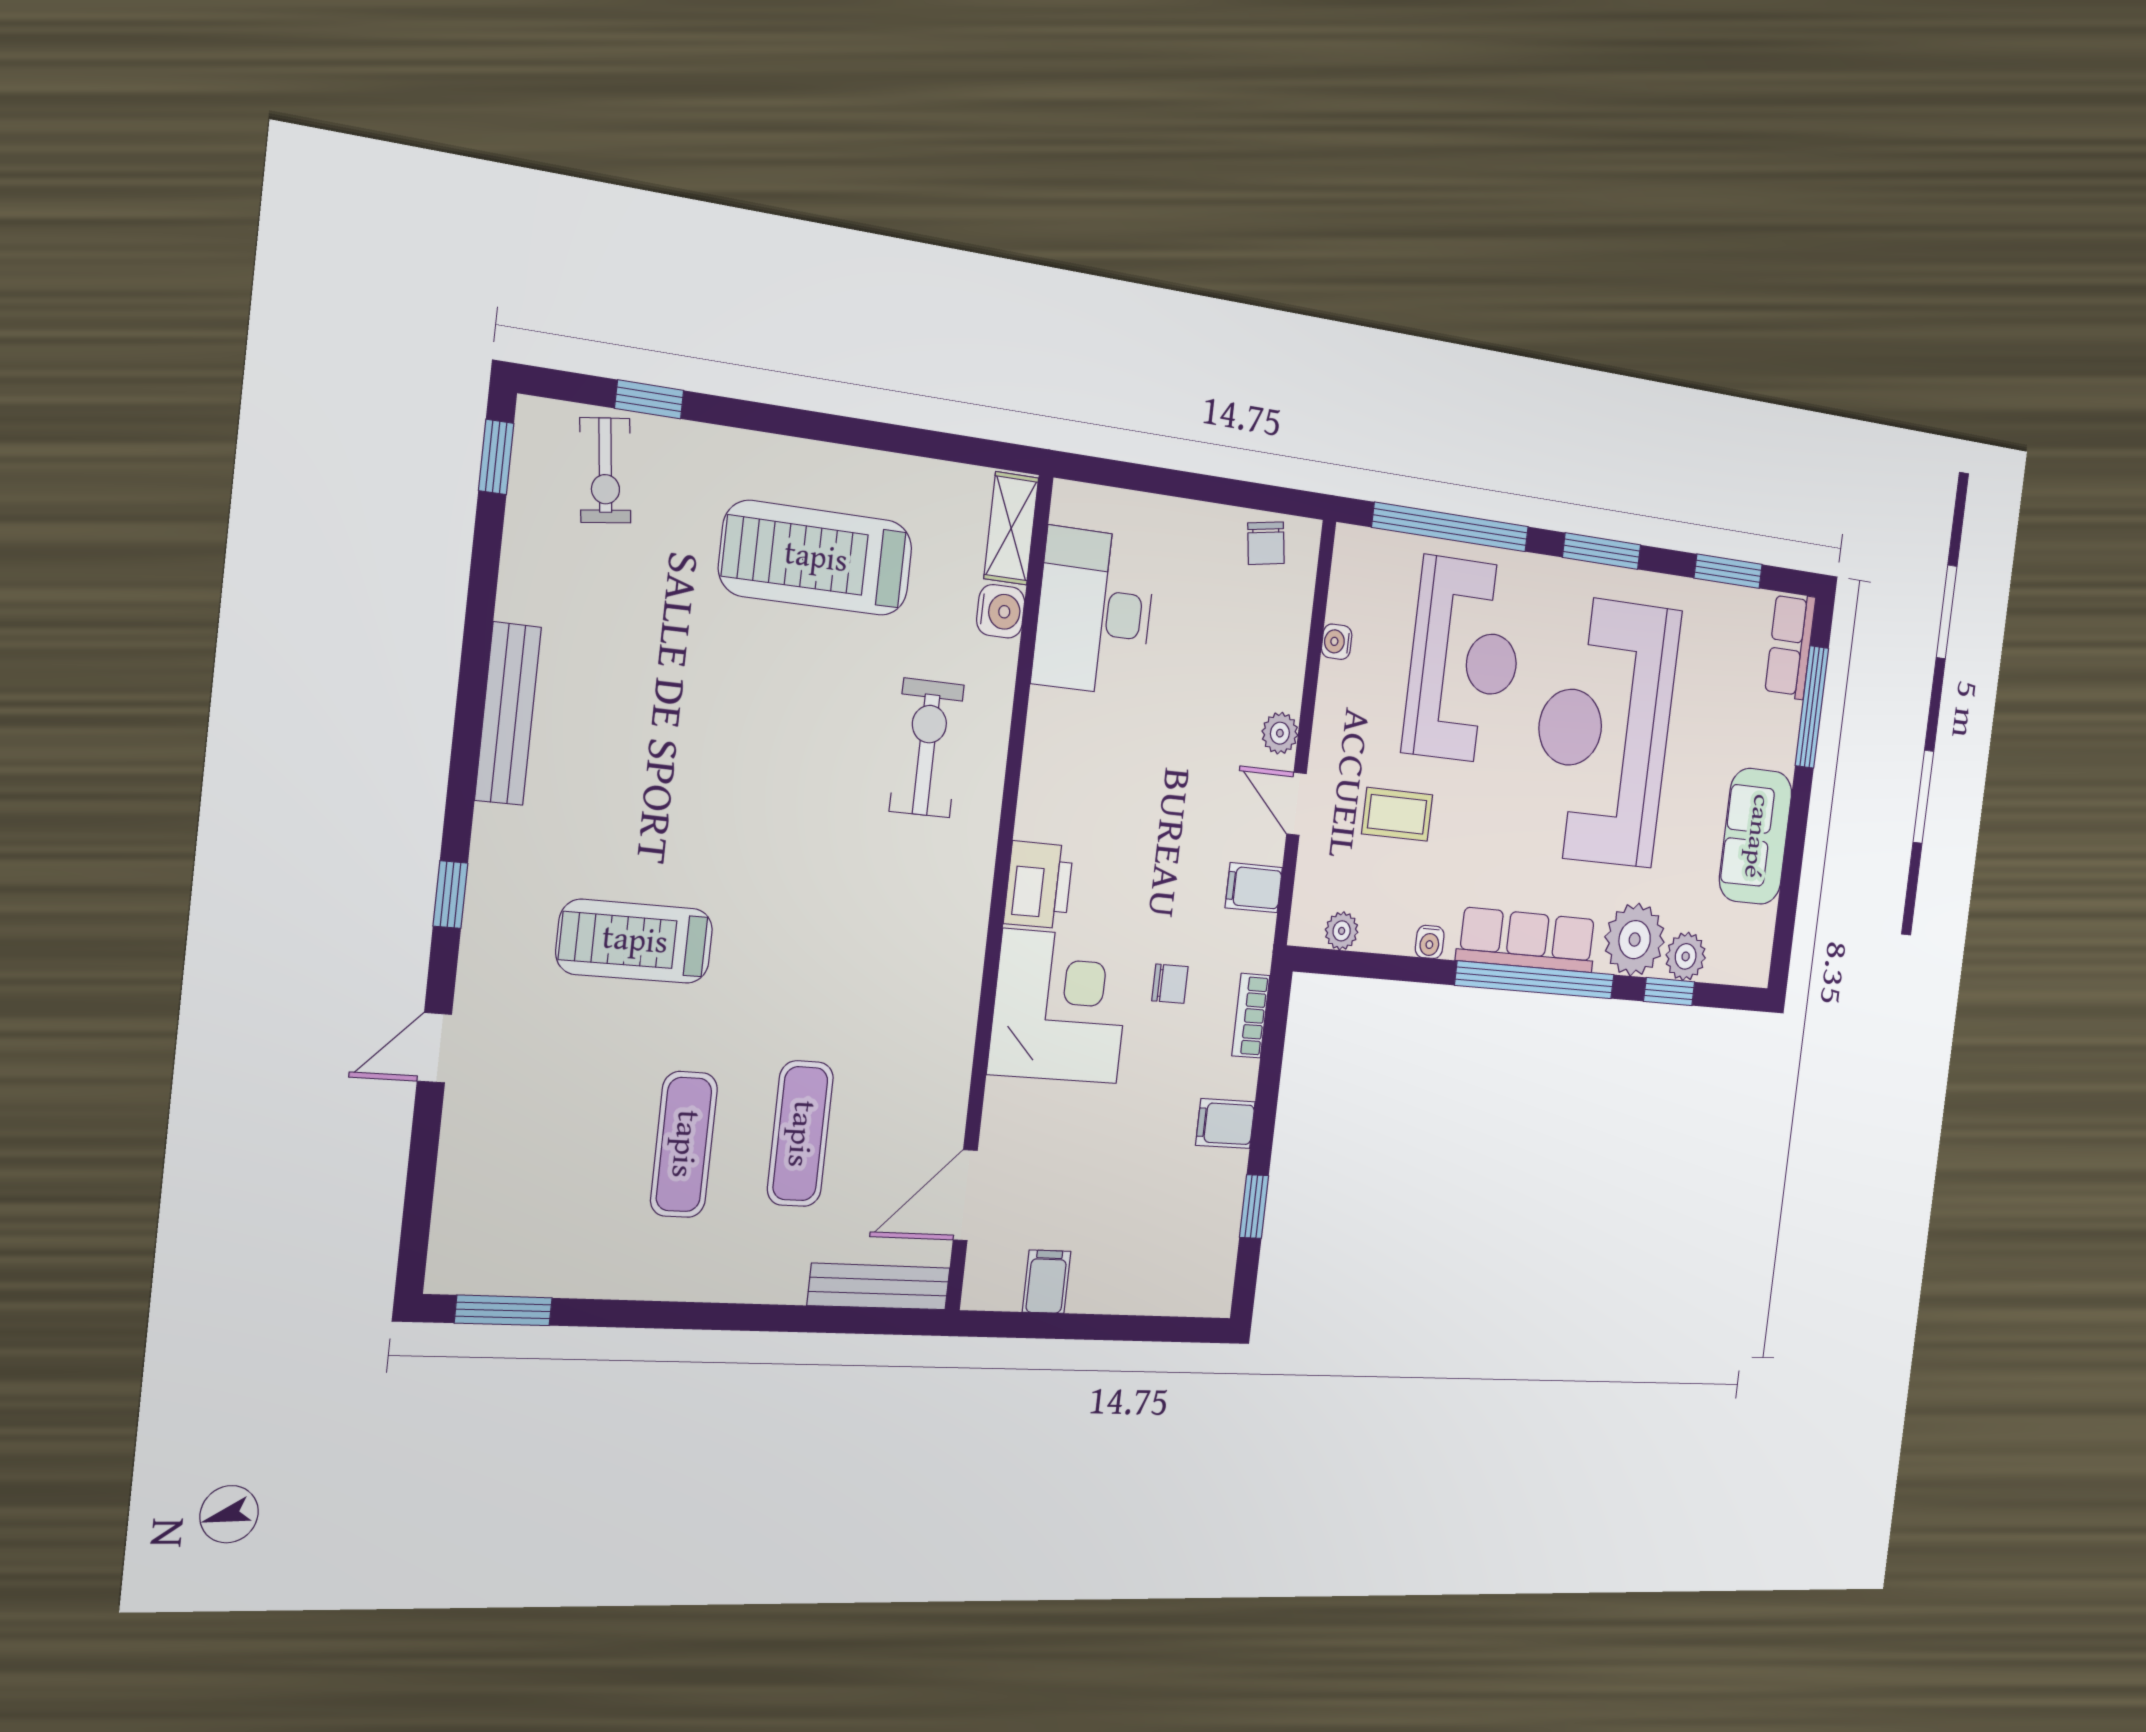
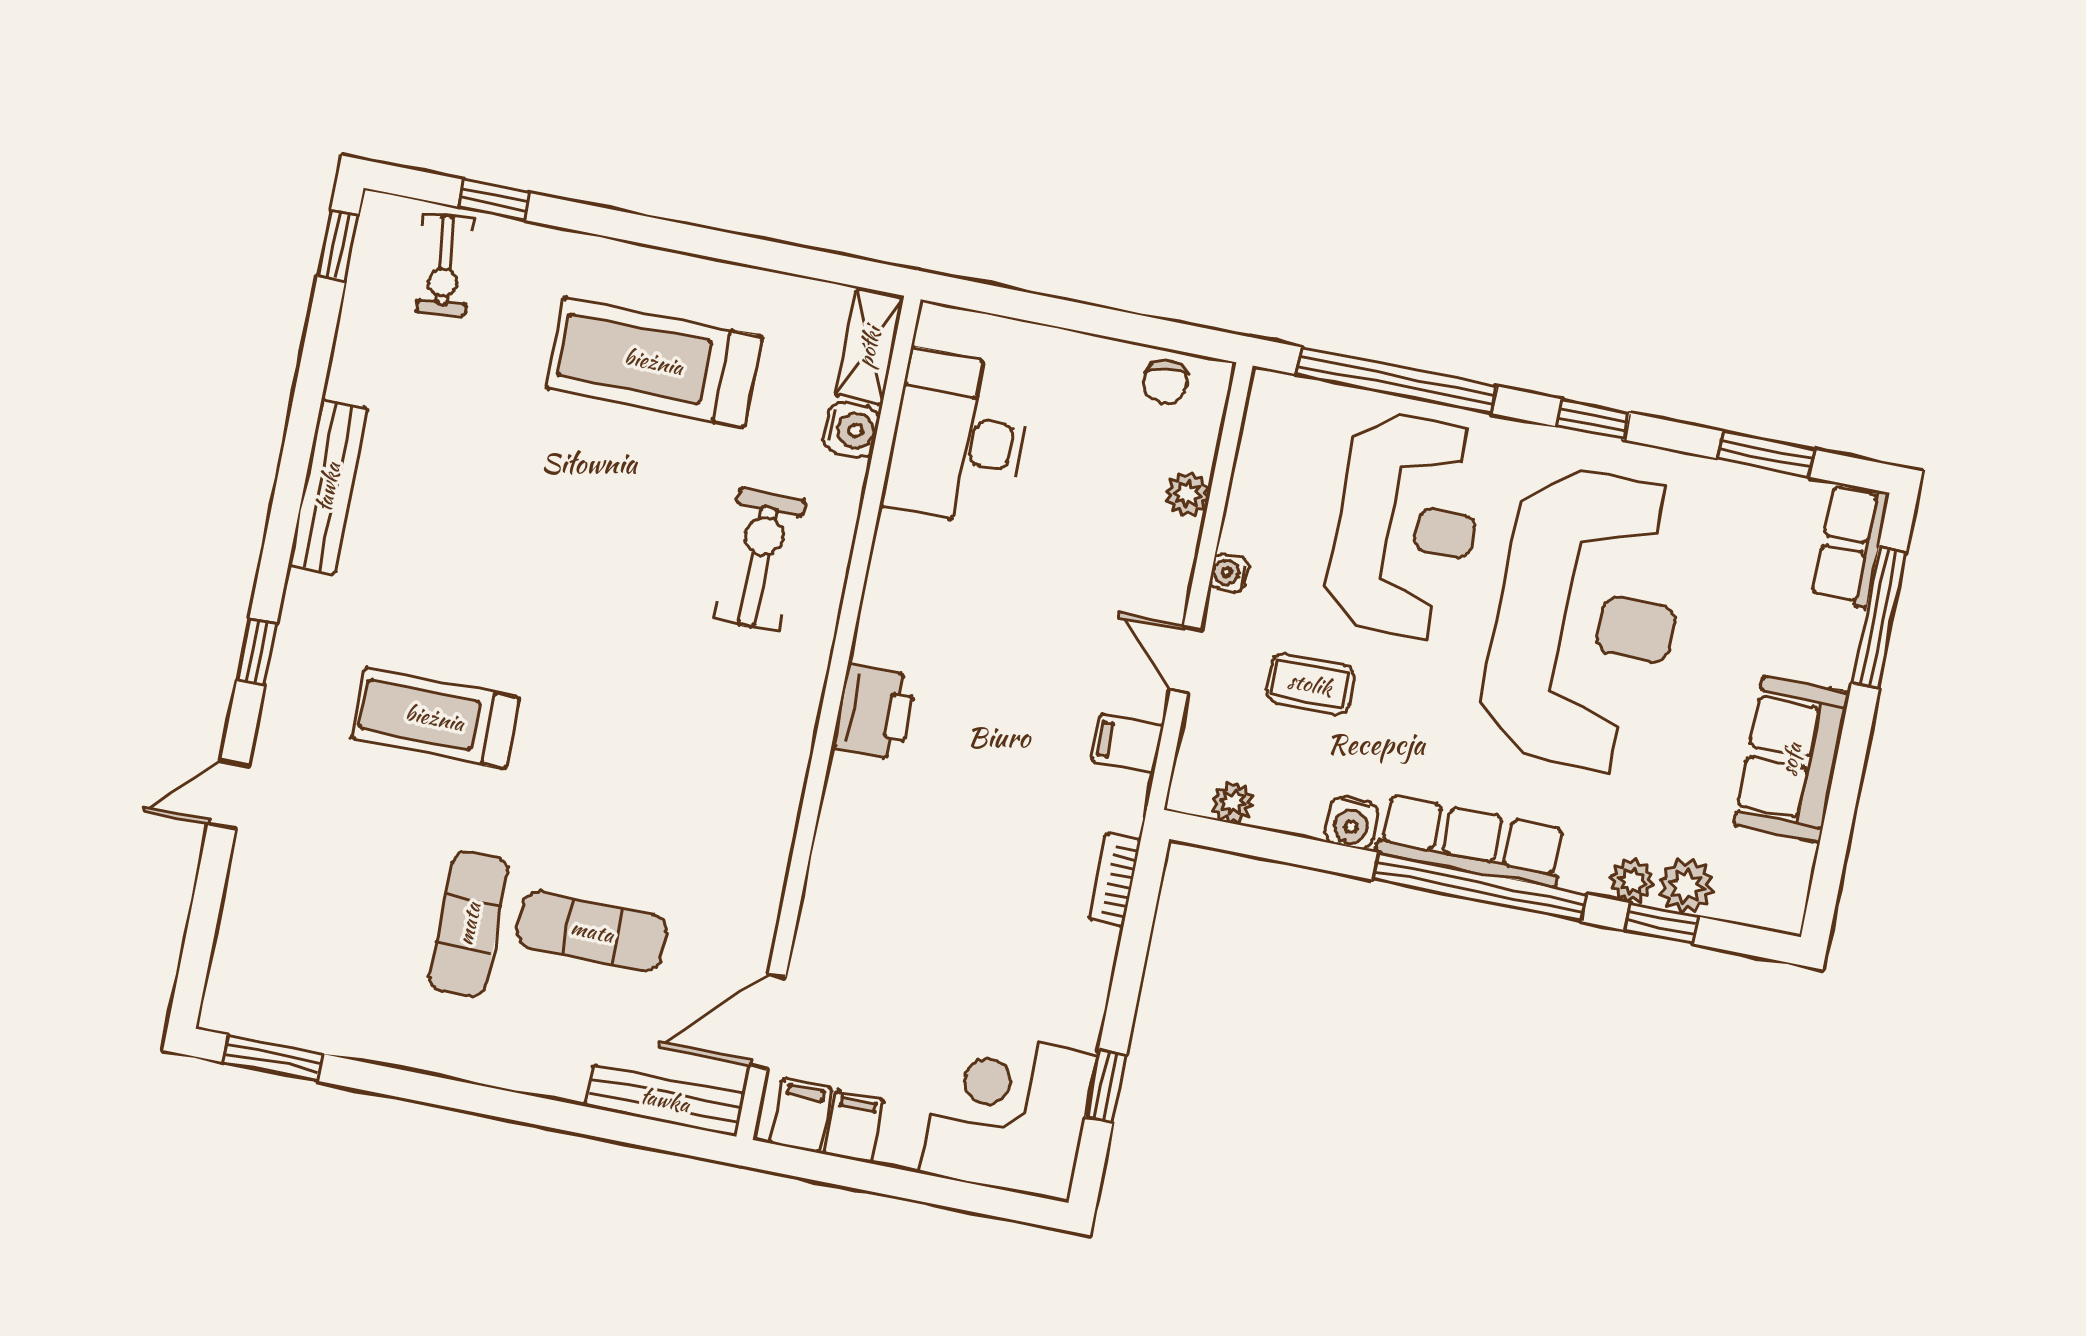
window: (1602, 551) -> (1593, 420), width x0.67
water cooler: (1337, 642) -> (1229, 573), moved
reception desk: (1604, 731) -> (1586, 619), turned 180
plant: (1280, 733) -> (1187, 494), moved
plant: (1635, 940) -> (1632, 881), width x0.53, depth x0.53
water cooler: (1430, 942) -> (1352, 823), width x1.38, depth x1.38
chair: (1170, 984) -> (1020, 833), removed
corner desk: (1060, 1006) -> (1009, 1114), moved, turned -90
filing cabinet: (1225, 1124) -> (801, 1116), moved, turned 90
exercise mat: (800, 1134) -> (592, 931), turned 90

